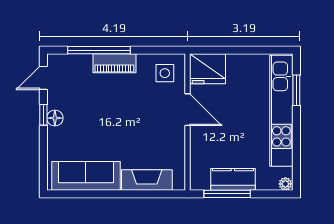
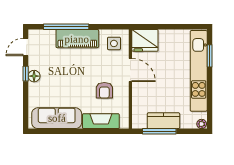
piano: (114, 63) -> (77, 39), width x1.37, depth x1.33
armchair: (152, 138) -> (104, 90), added

